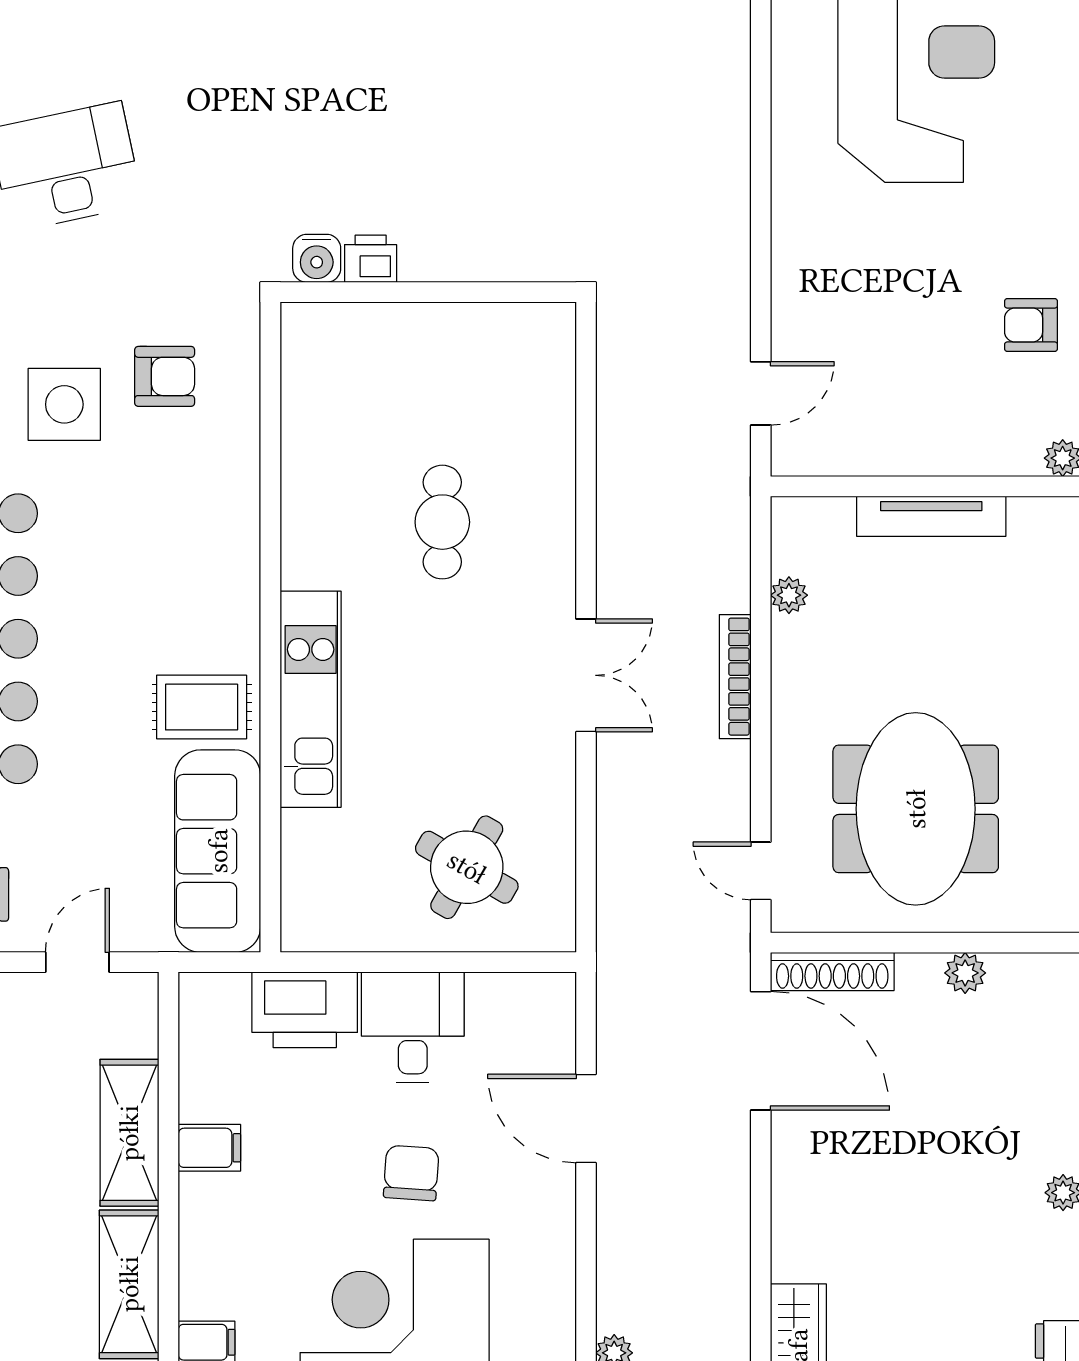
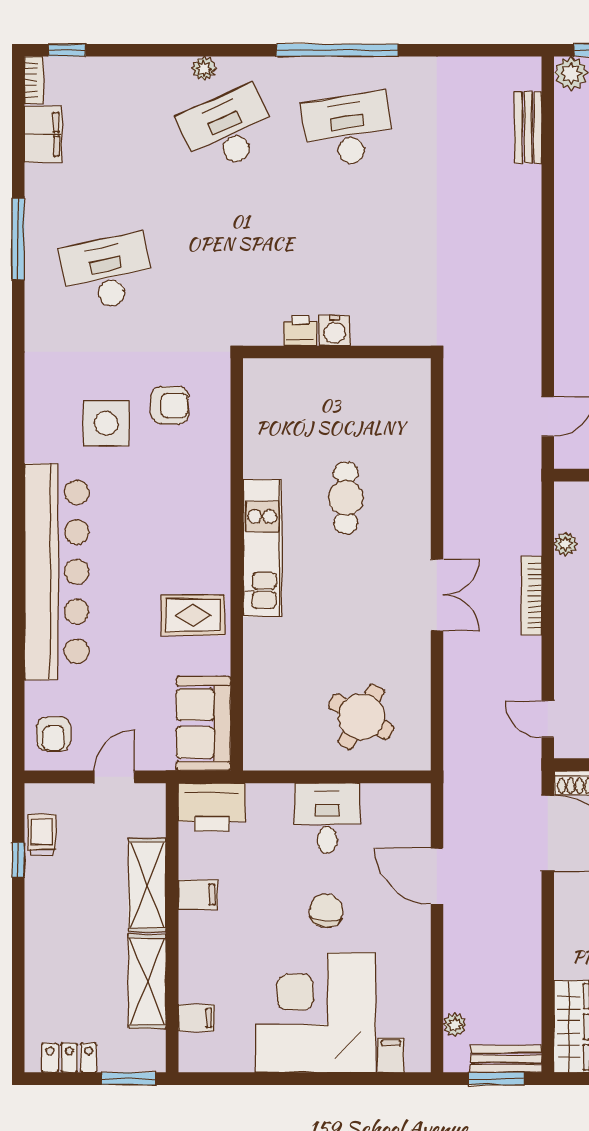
water cooler: (317, 258) -> (335, 331), moved
kitchen unit: (311, 699) -> (262, 548), moved
sofa: (218, 851) -> (203, 724), width x0.73
printer: (305, 1010) -> (212, 807), moved

